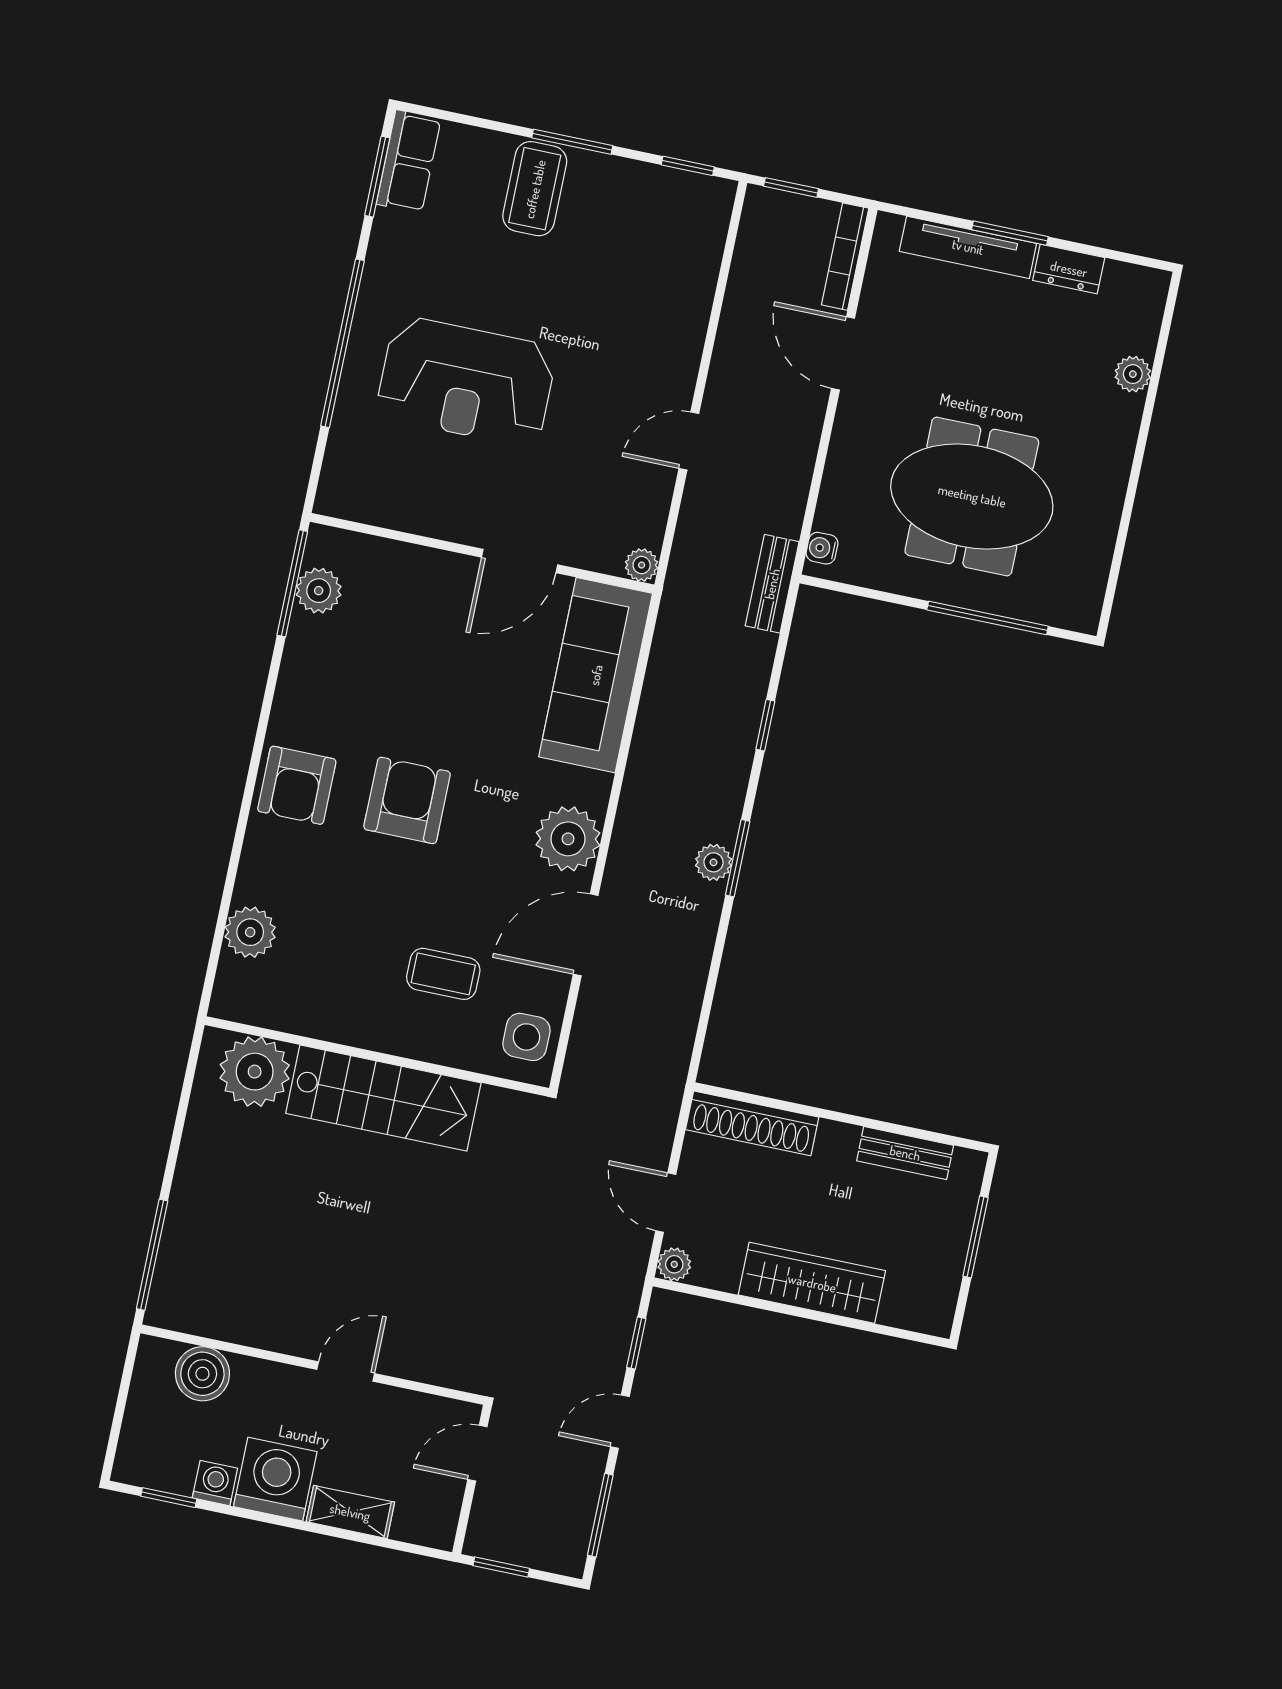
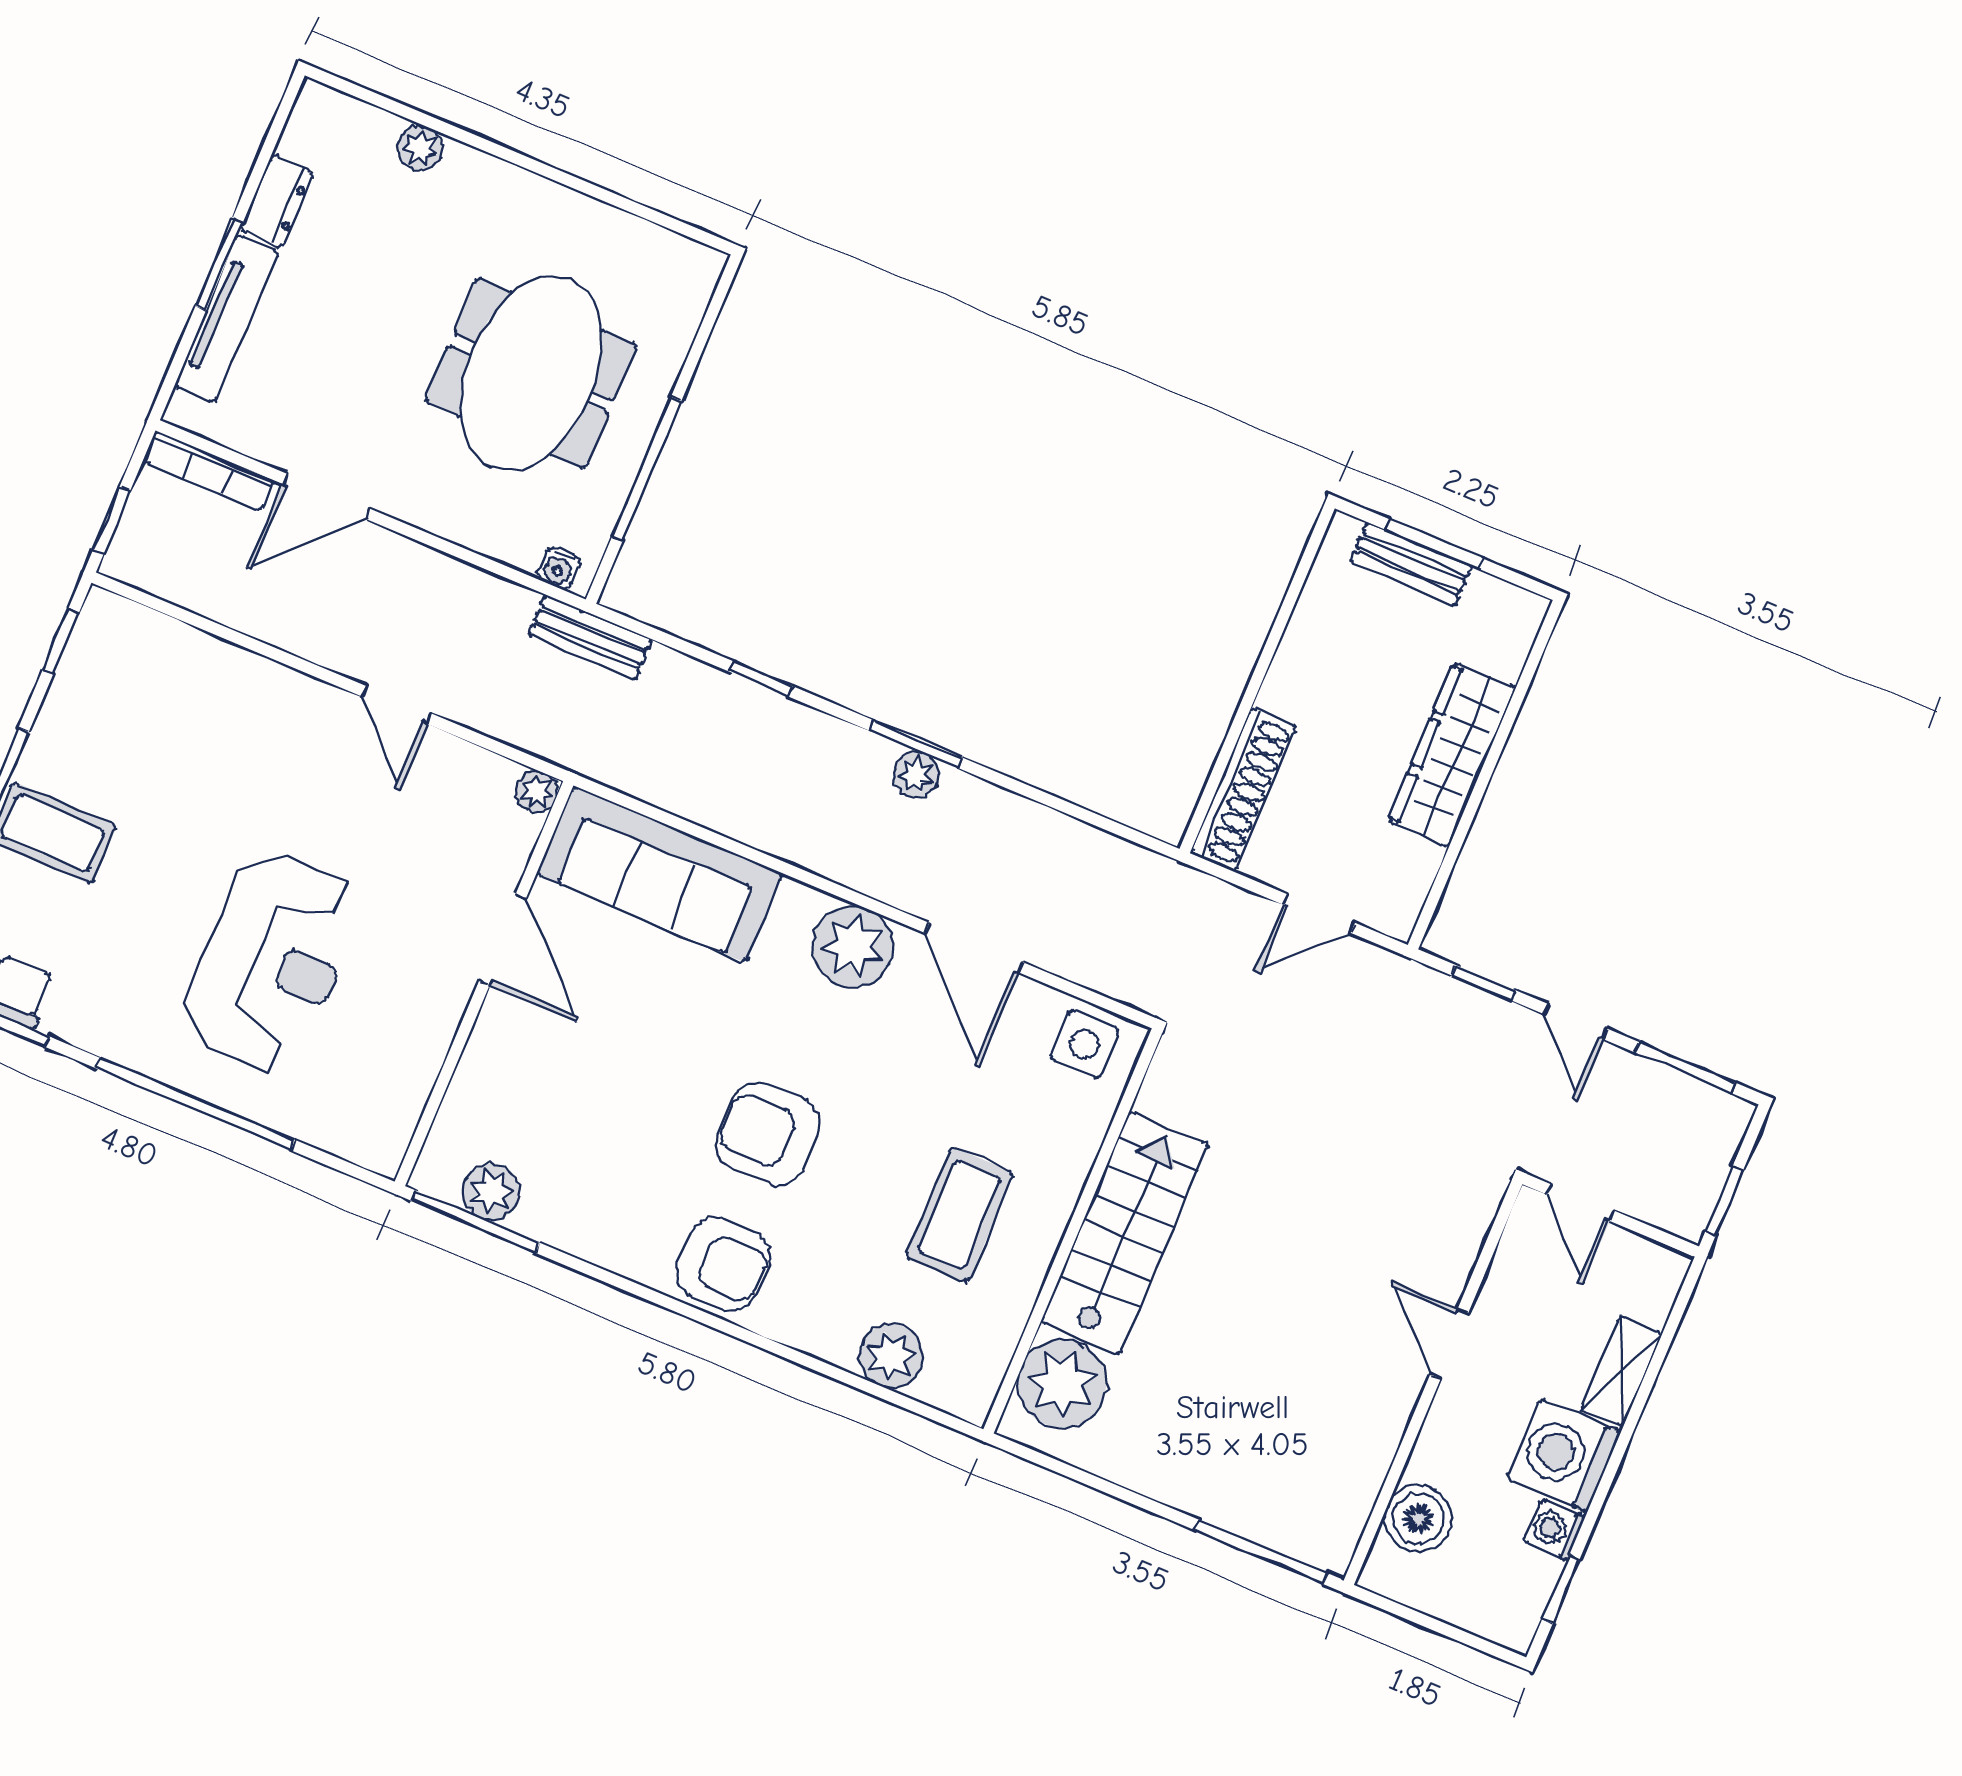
window: (988, 618) -> (647, 469), moved
coffee table: (443, 974) -> (959, 1215), moved, width x1.36, depth x1.30
bench: (905, 1153) -> (1411, 564), moved, turned 90
plant: (674, 1264) -> (1396, 918), removed

